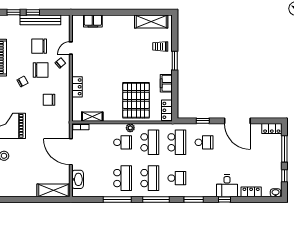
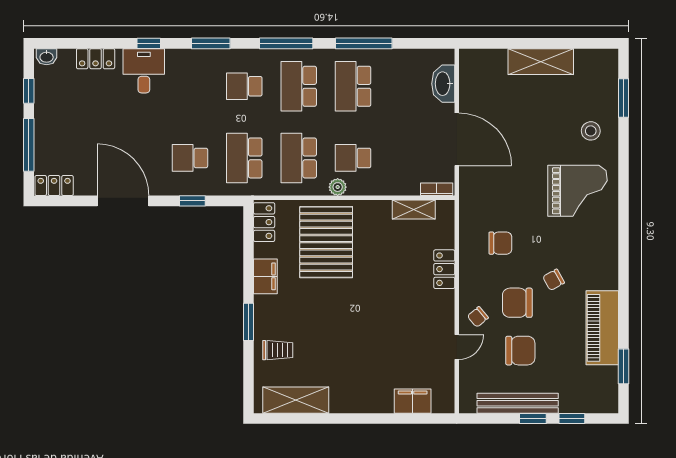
shelving: (54, 190) -> (541, 62), moved

